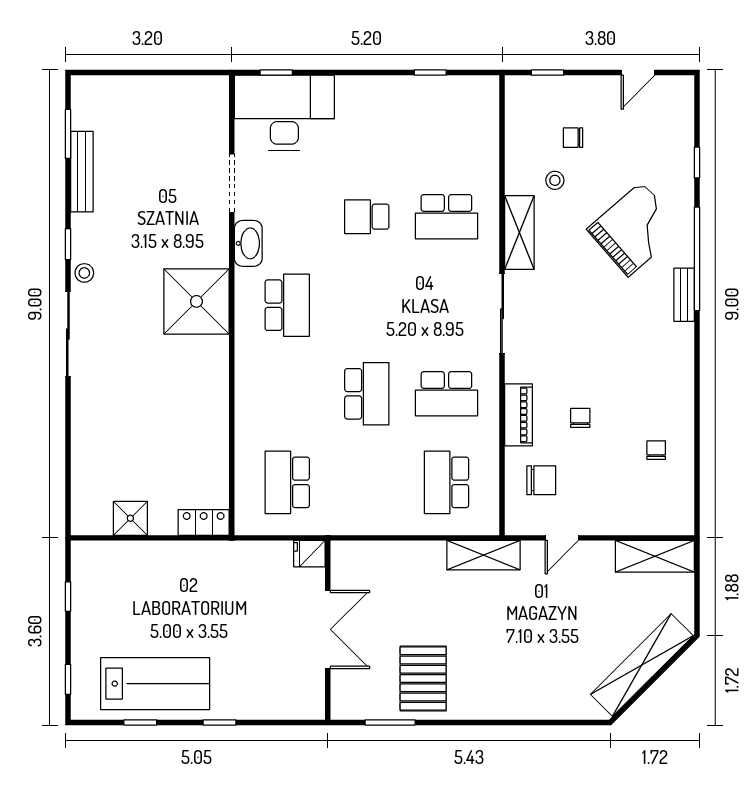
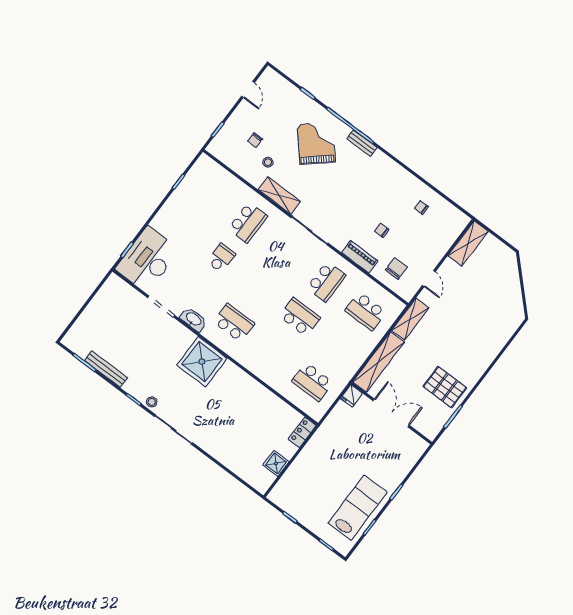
school desk: (367, 217) -> (221, 258), turned 180
shelving: (642, 665) -> (379, 362), moved, turned 45

